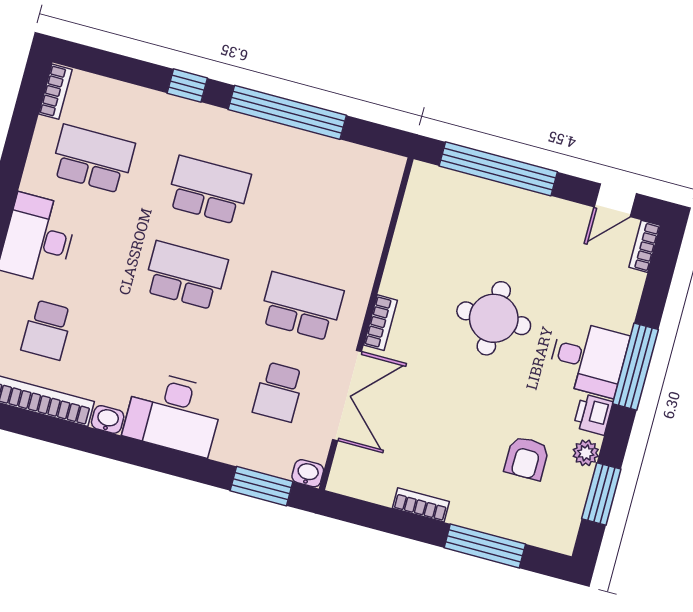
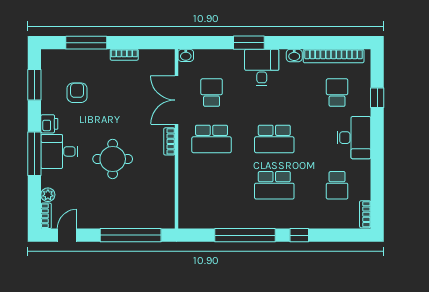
school desk: (93, 159) -> (337, 185), width x0.54
desk: (174, 413) -> (262, 67), width x0.73
plant: (586, 453) -> (48, 195), moved
window: (262, 486) -> (249, 43), moved

